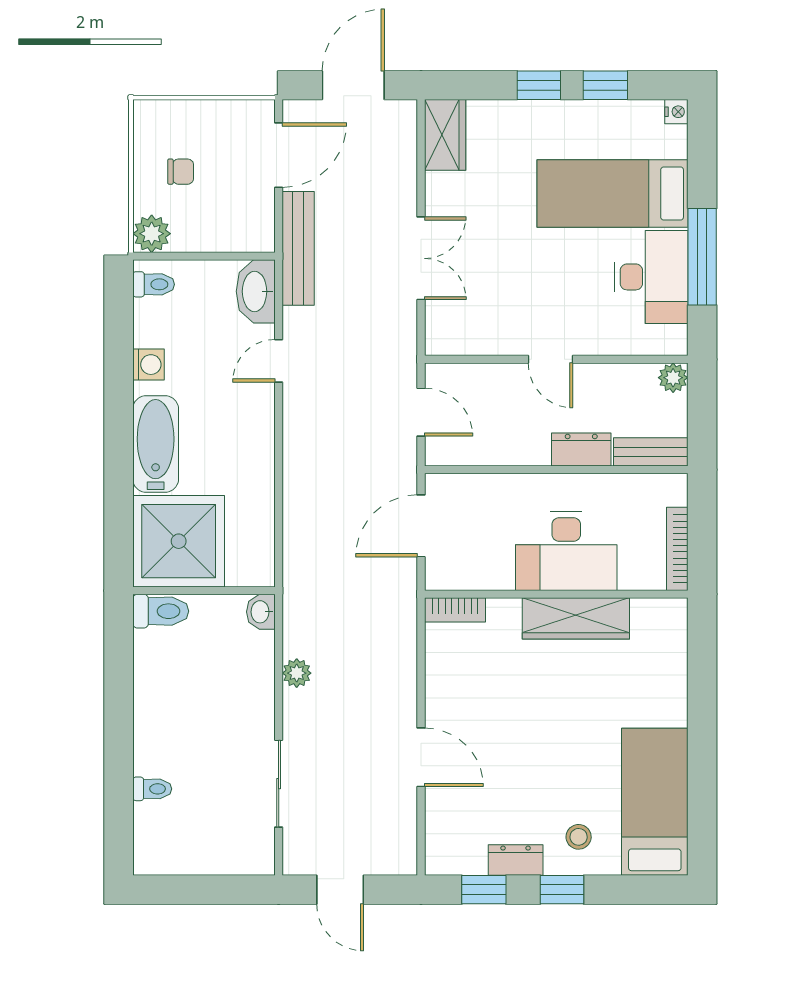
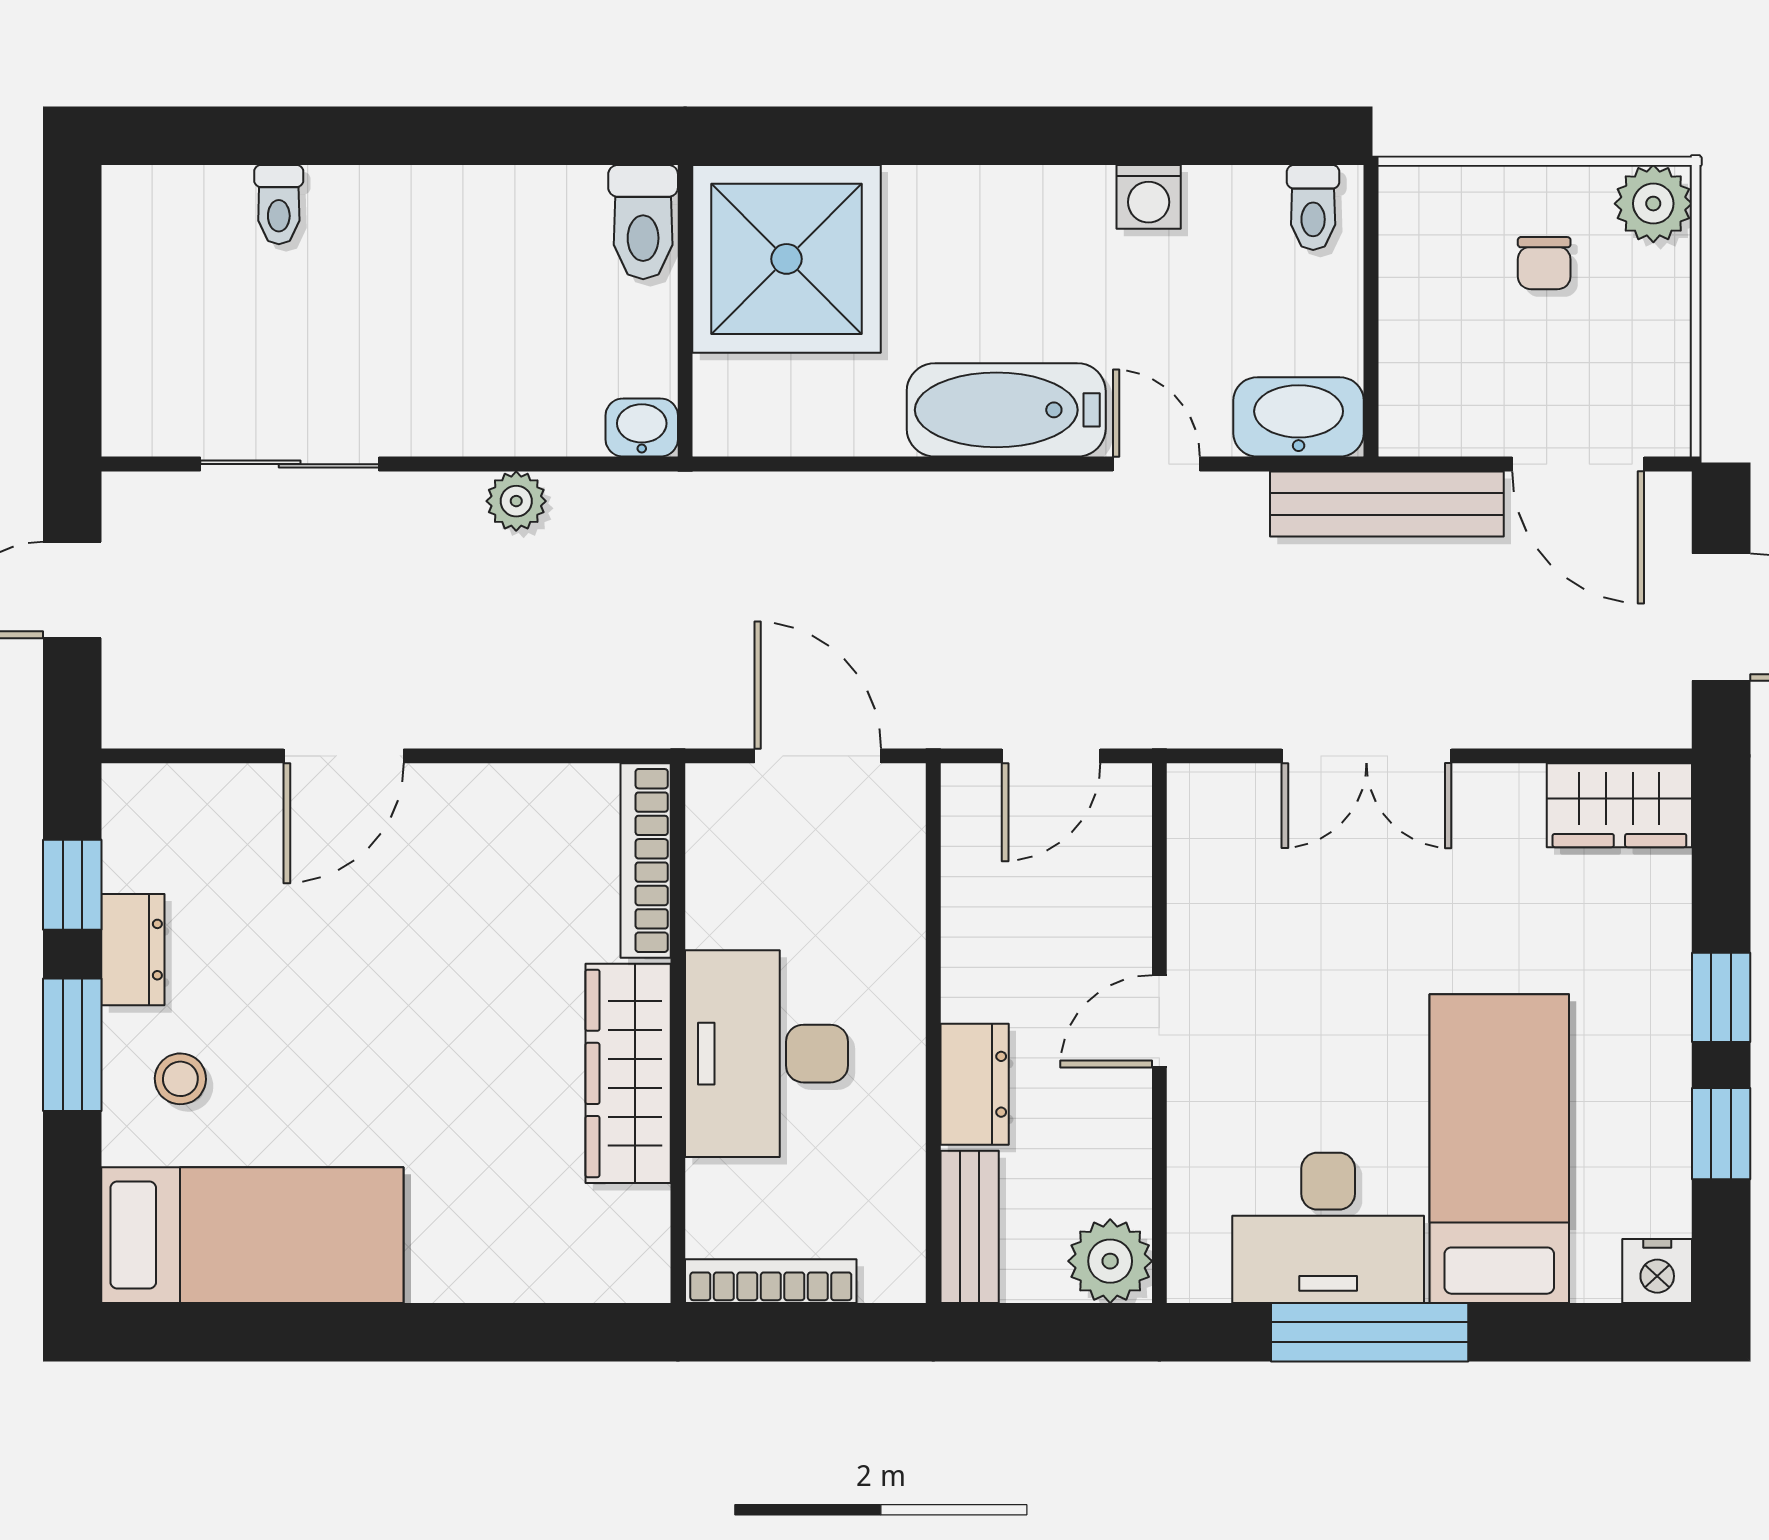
nightstand: (676, 112) -> (1657, 1271), width x1.39, depth x1.35
plant: (152, 234) -> (1653, 204), moved
plant: (673, 378) -> (1110, 1261), width x1.38, depth x1.38
bathtub: (156, 444) -> (1006, 410), moved, turned 180
bookcase: (455, 610) -> (646, 860), width x1.56
window: (562, 890) -> (72, 1045), width x1.50

